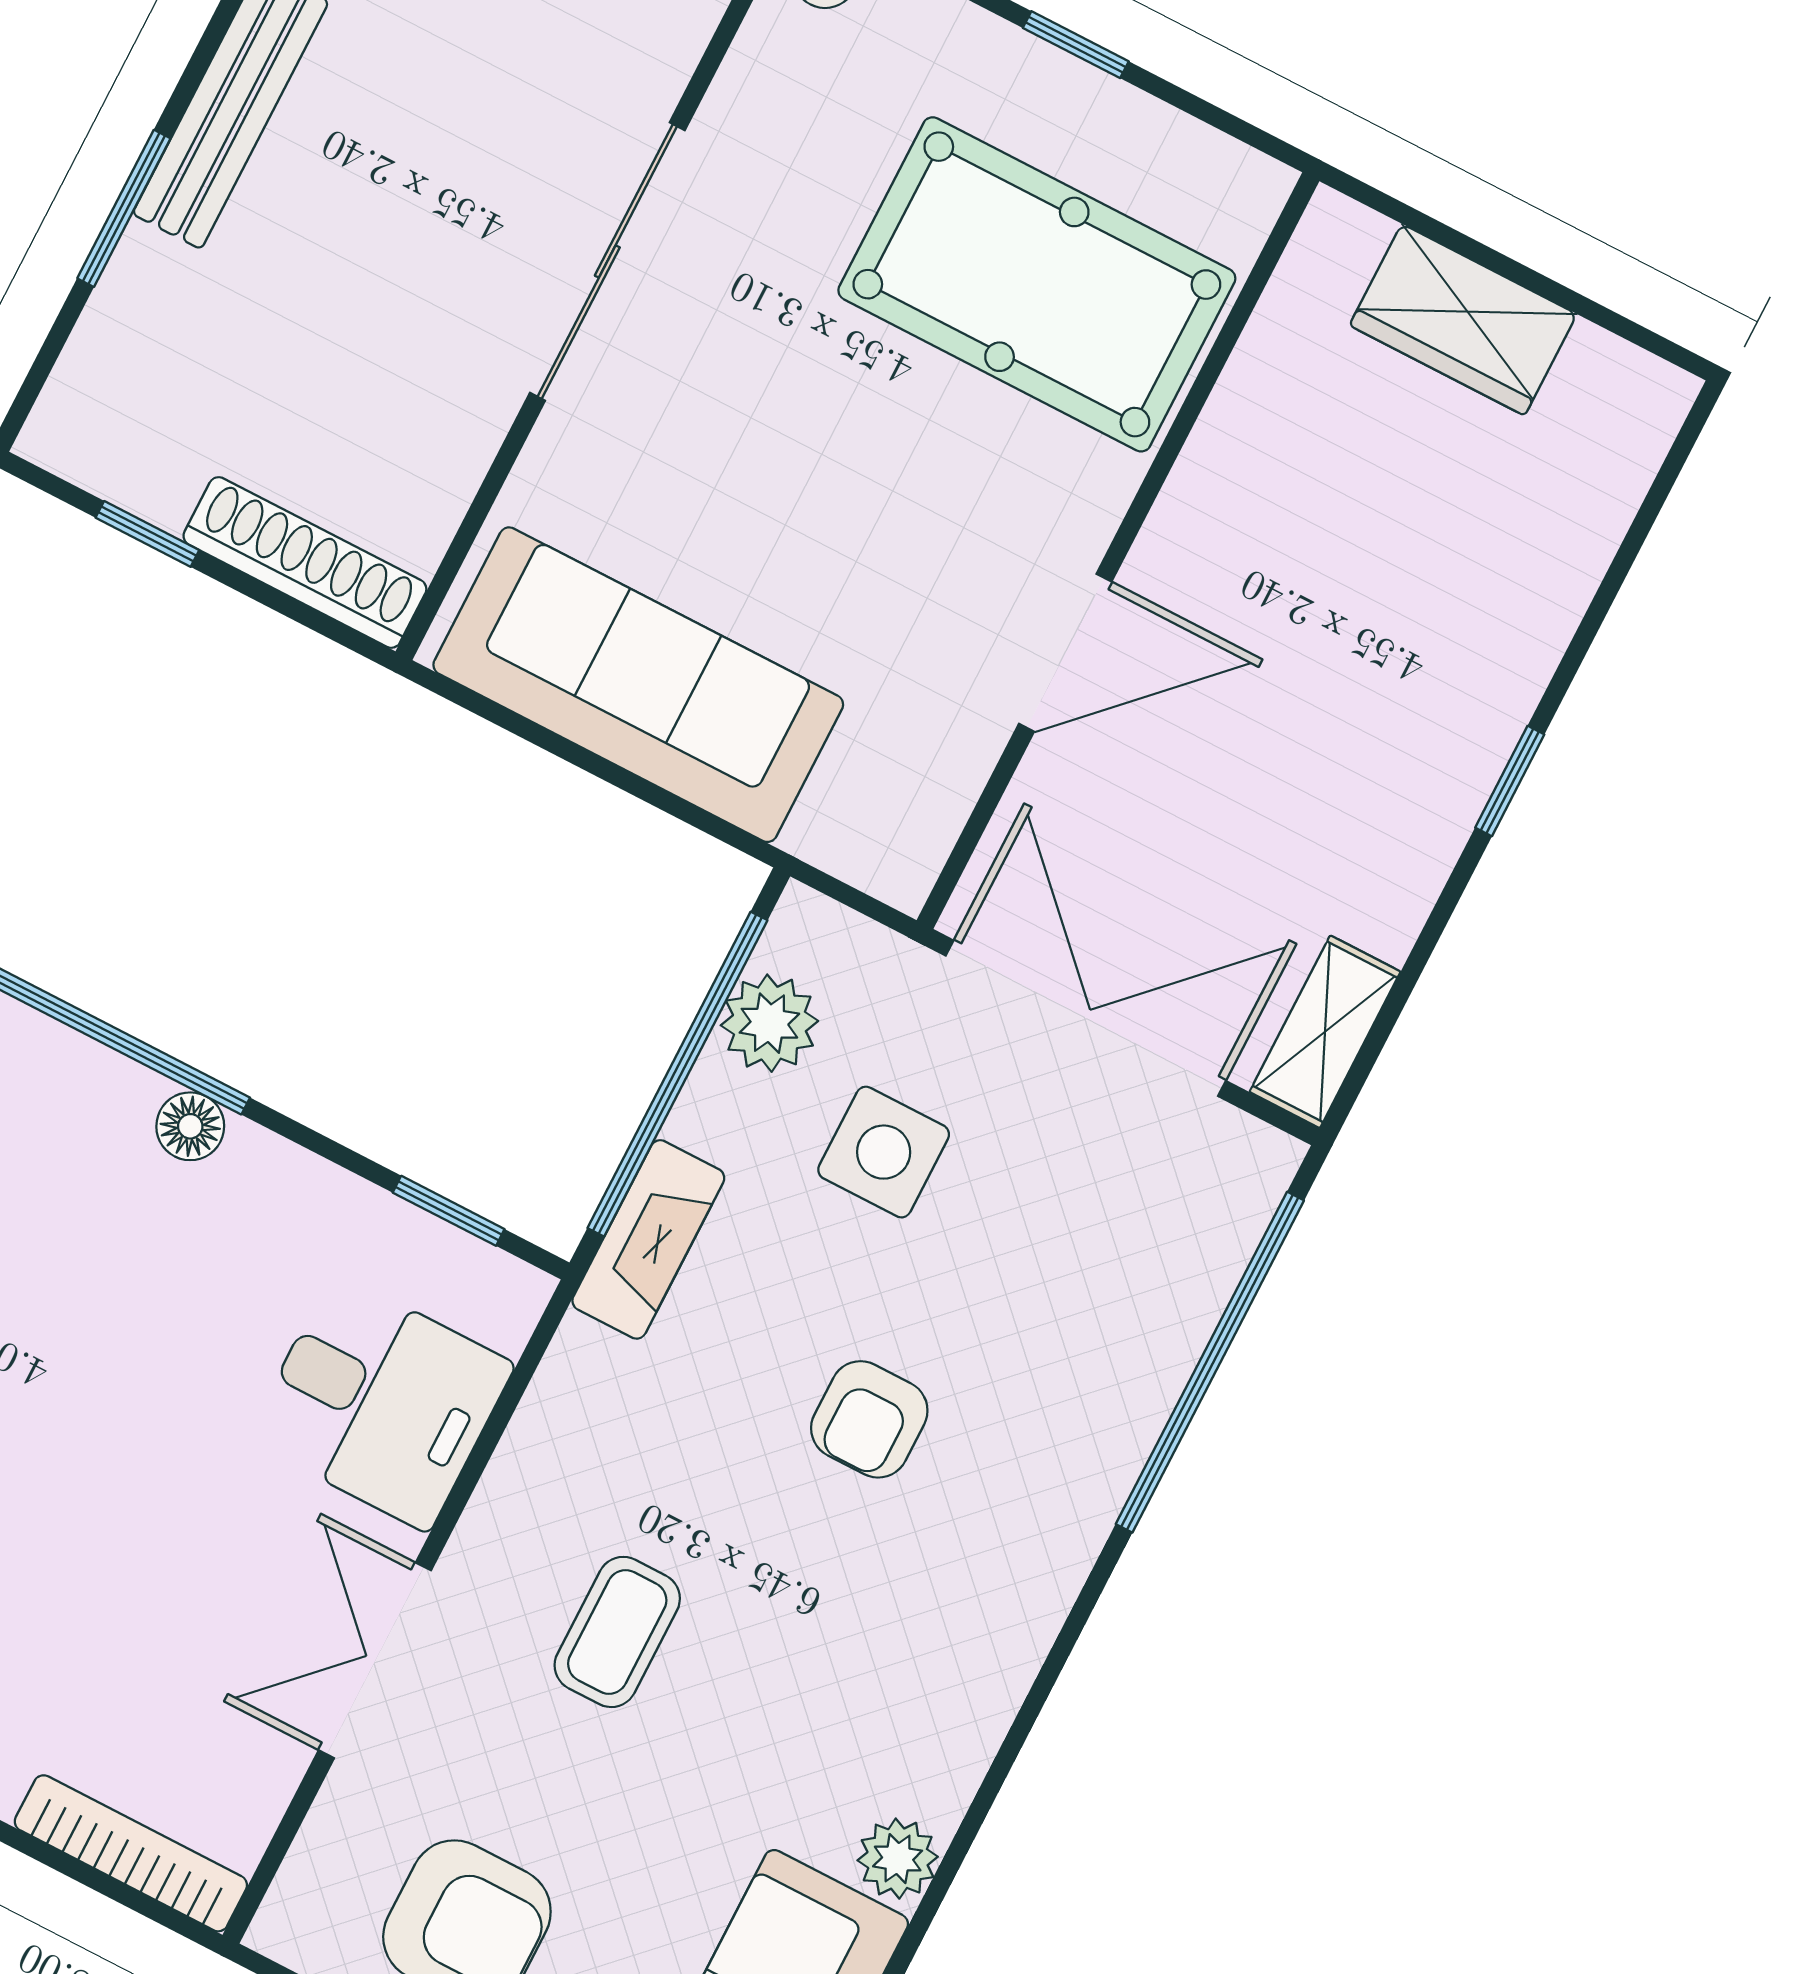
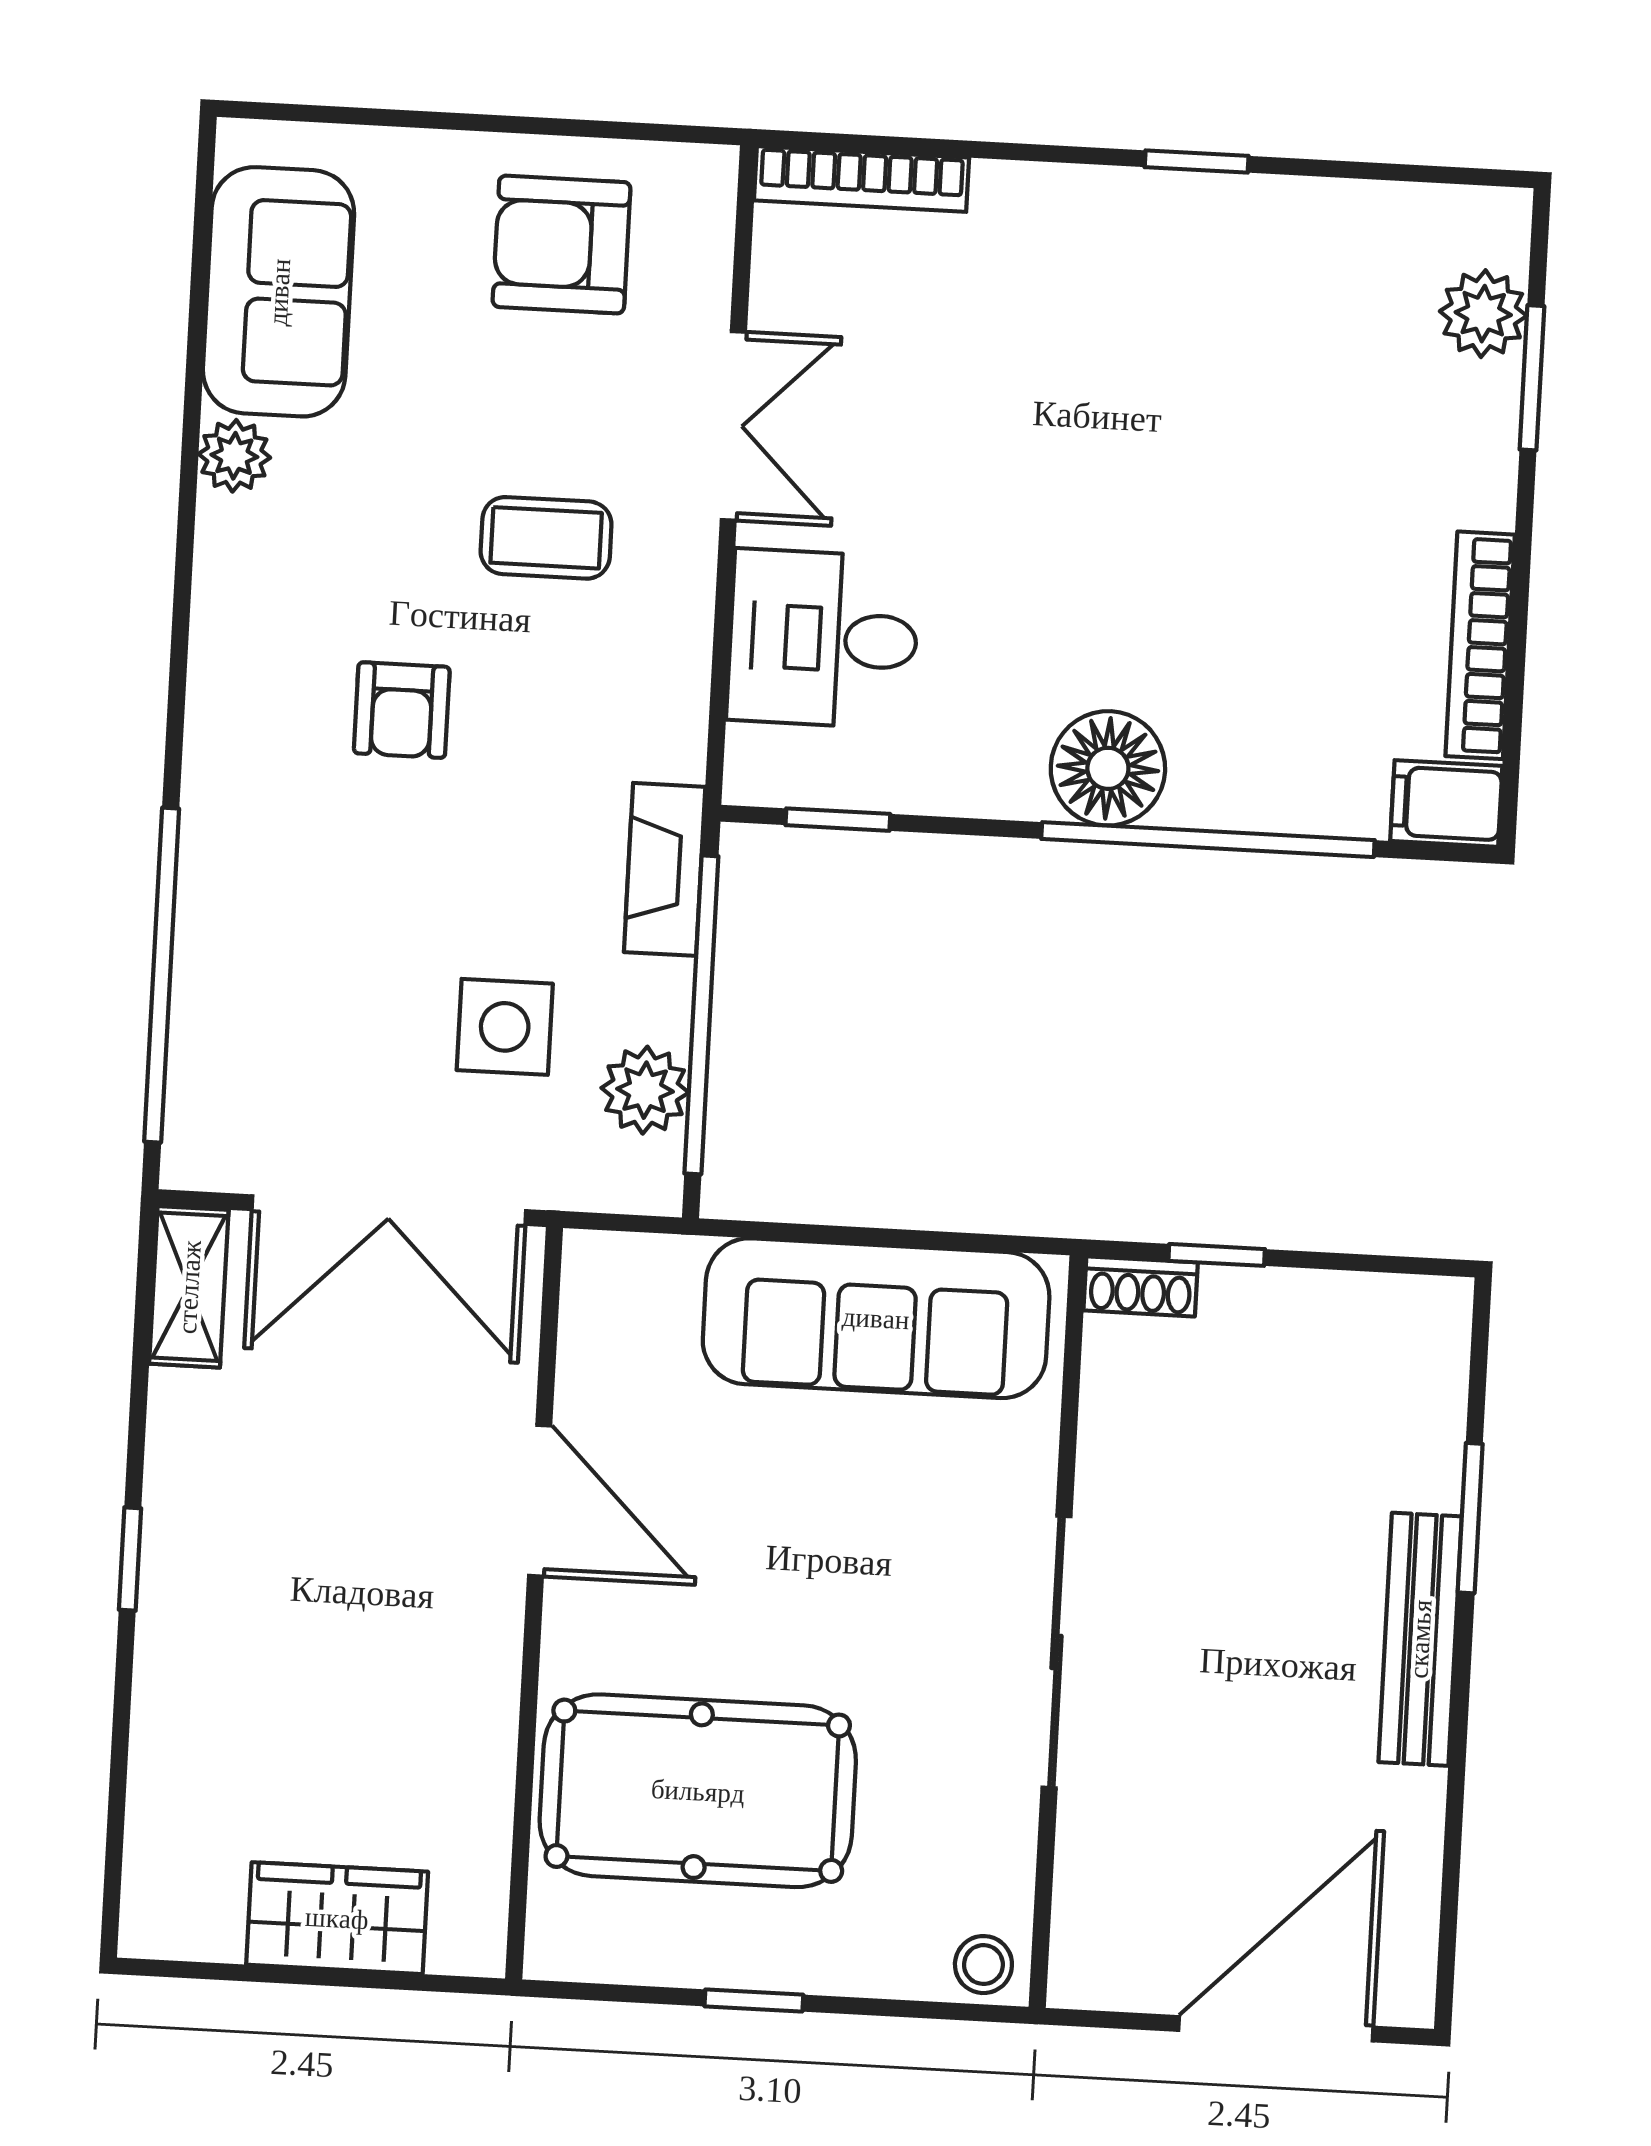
window: (147, 534) -> (1217, 1255), moved
shoe rack: (305, 562) -> (1141, 1286), width x0.51, depth x0.81
door: (1065, 653) -> (540, 1501), swing flipped
floor lamp: (190, 1126) -> (1108, 768), width x1.89, depth x1.89
armchair: (869, 1419) -> (402, 710), moved, turned 180
coffee table: (617, 1632) -> (546, 538), turned 90

